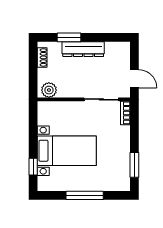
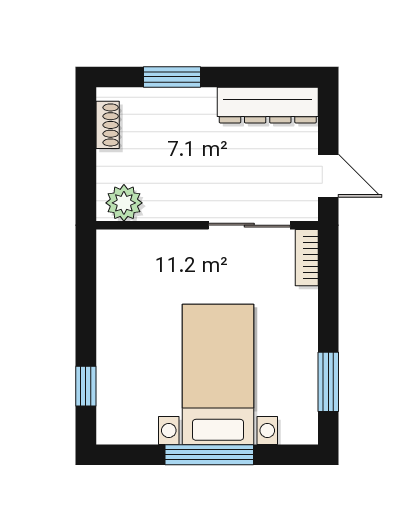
dresser: (83, 49) -> (268, 105), moved
bed with nightstands: (67, 151) -> (218, 374), moved, turned -90

